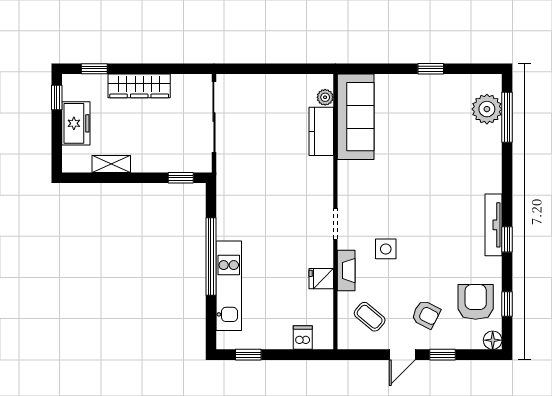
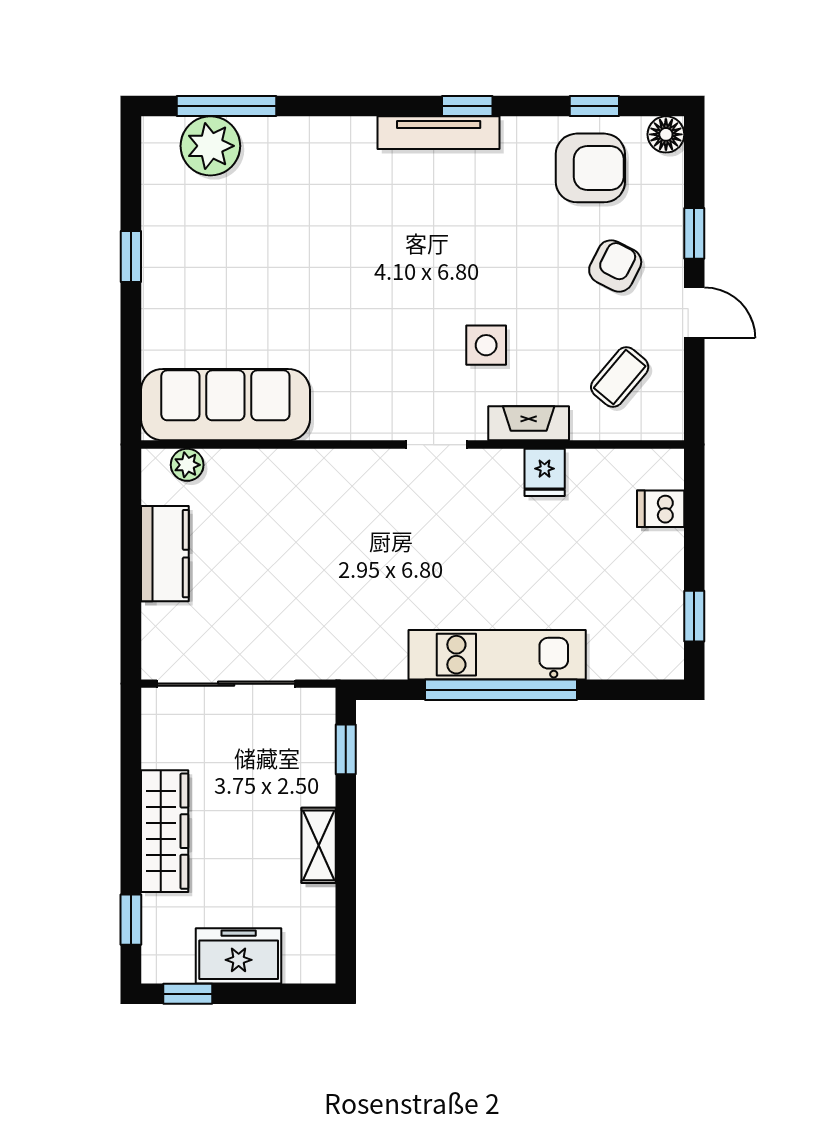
kitchen counter: (321, 131) -> (165, 554), moved, turned -90
shelving: (111, 164) -> (319, 845), moved
kitchen unit: (229, 286) -> (497, 655), moved
armchair: (476, 302) -> (590, 168), turned 180

